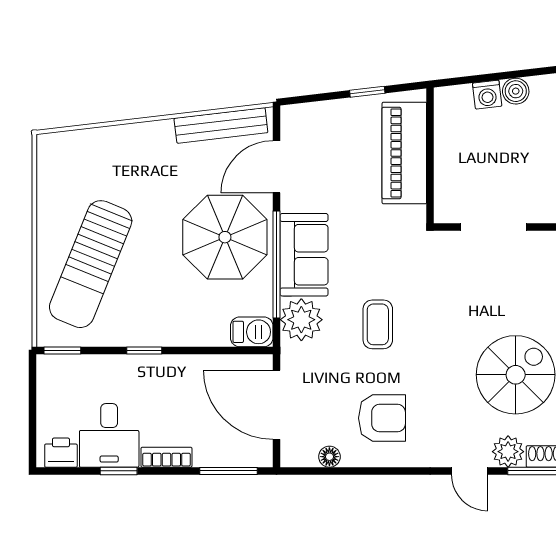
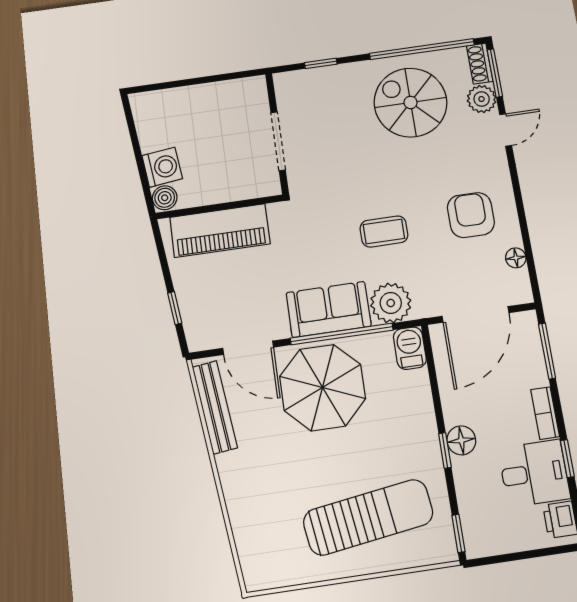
boiler: (516, 91) -> (165, 198), moved
window: (367, 92) -> (175, 308), moved
washing machine: (487, 95) -> (162, 167), width x1.38, depth x1.38
sun lounger: (91, 264) -> (368, 517), turned -30
floor lamp: (152, 369) -> (461, 440), added

